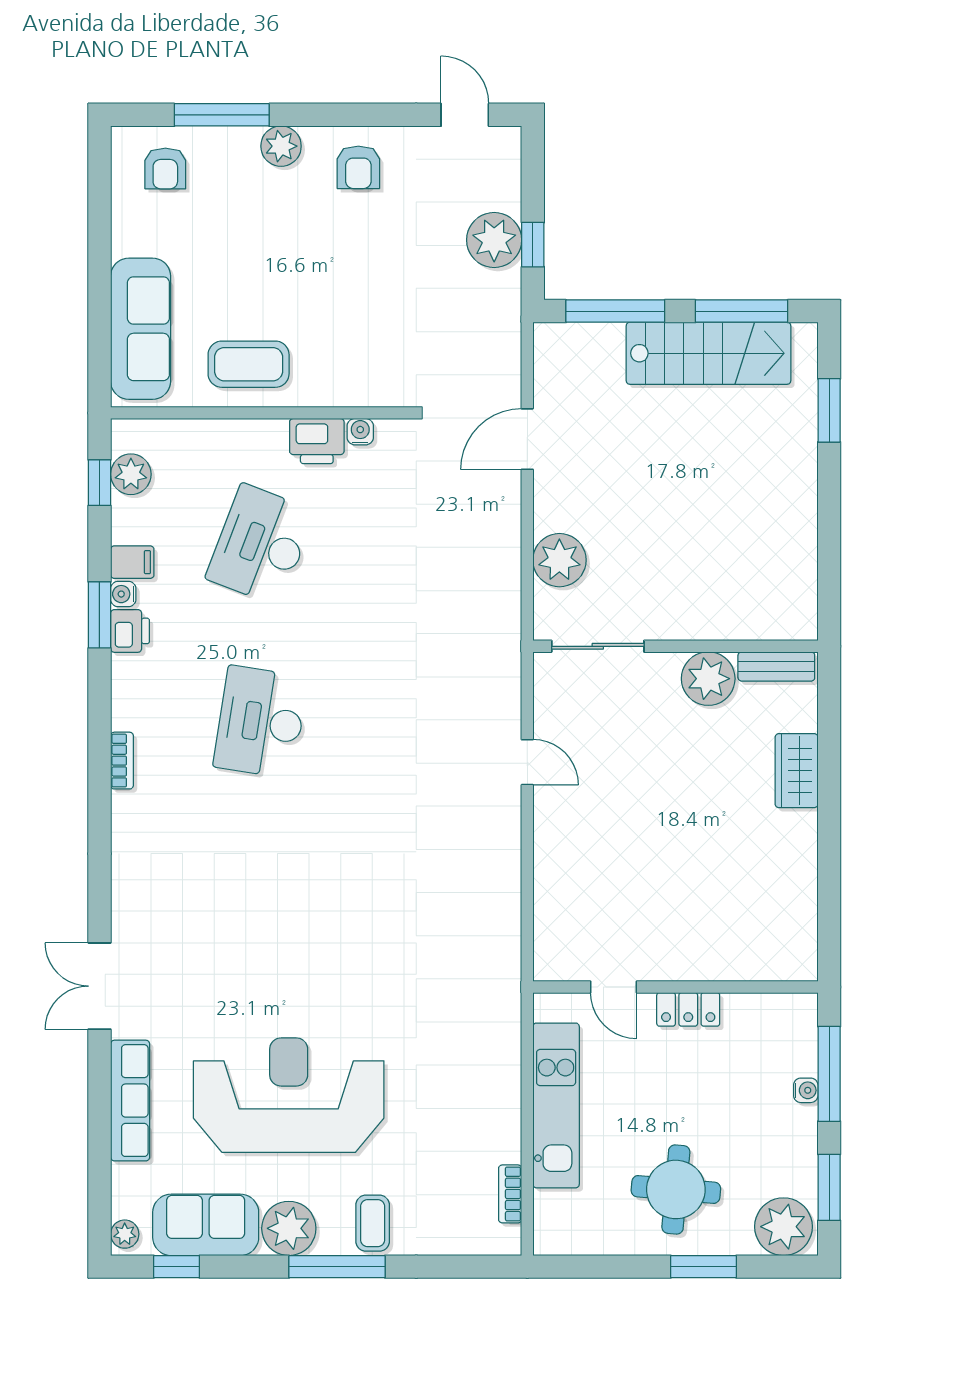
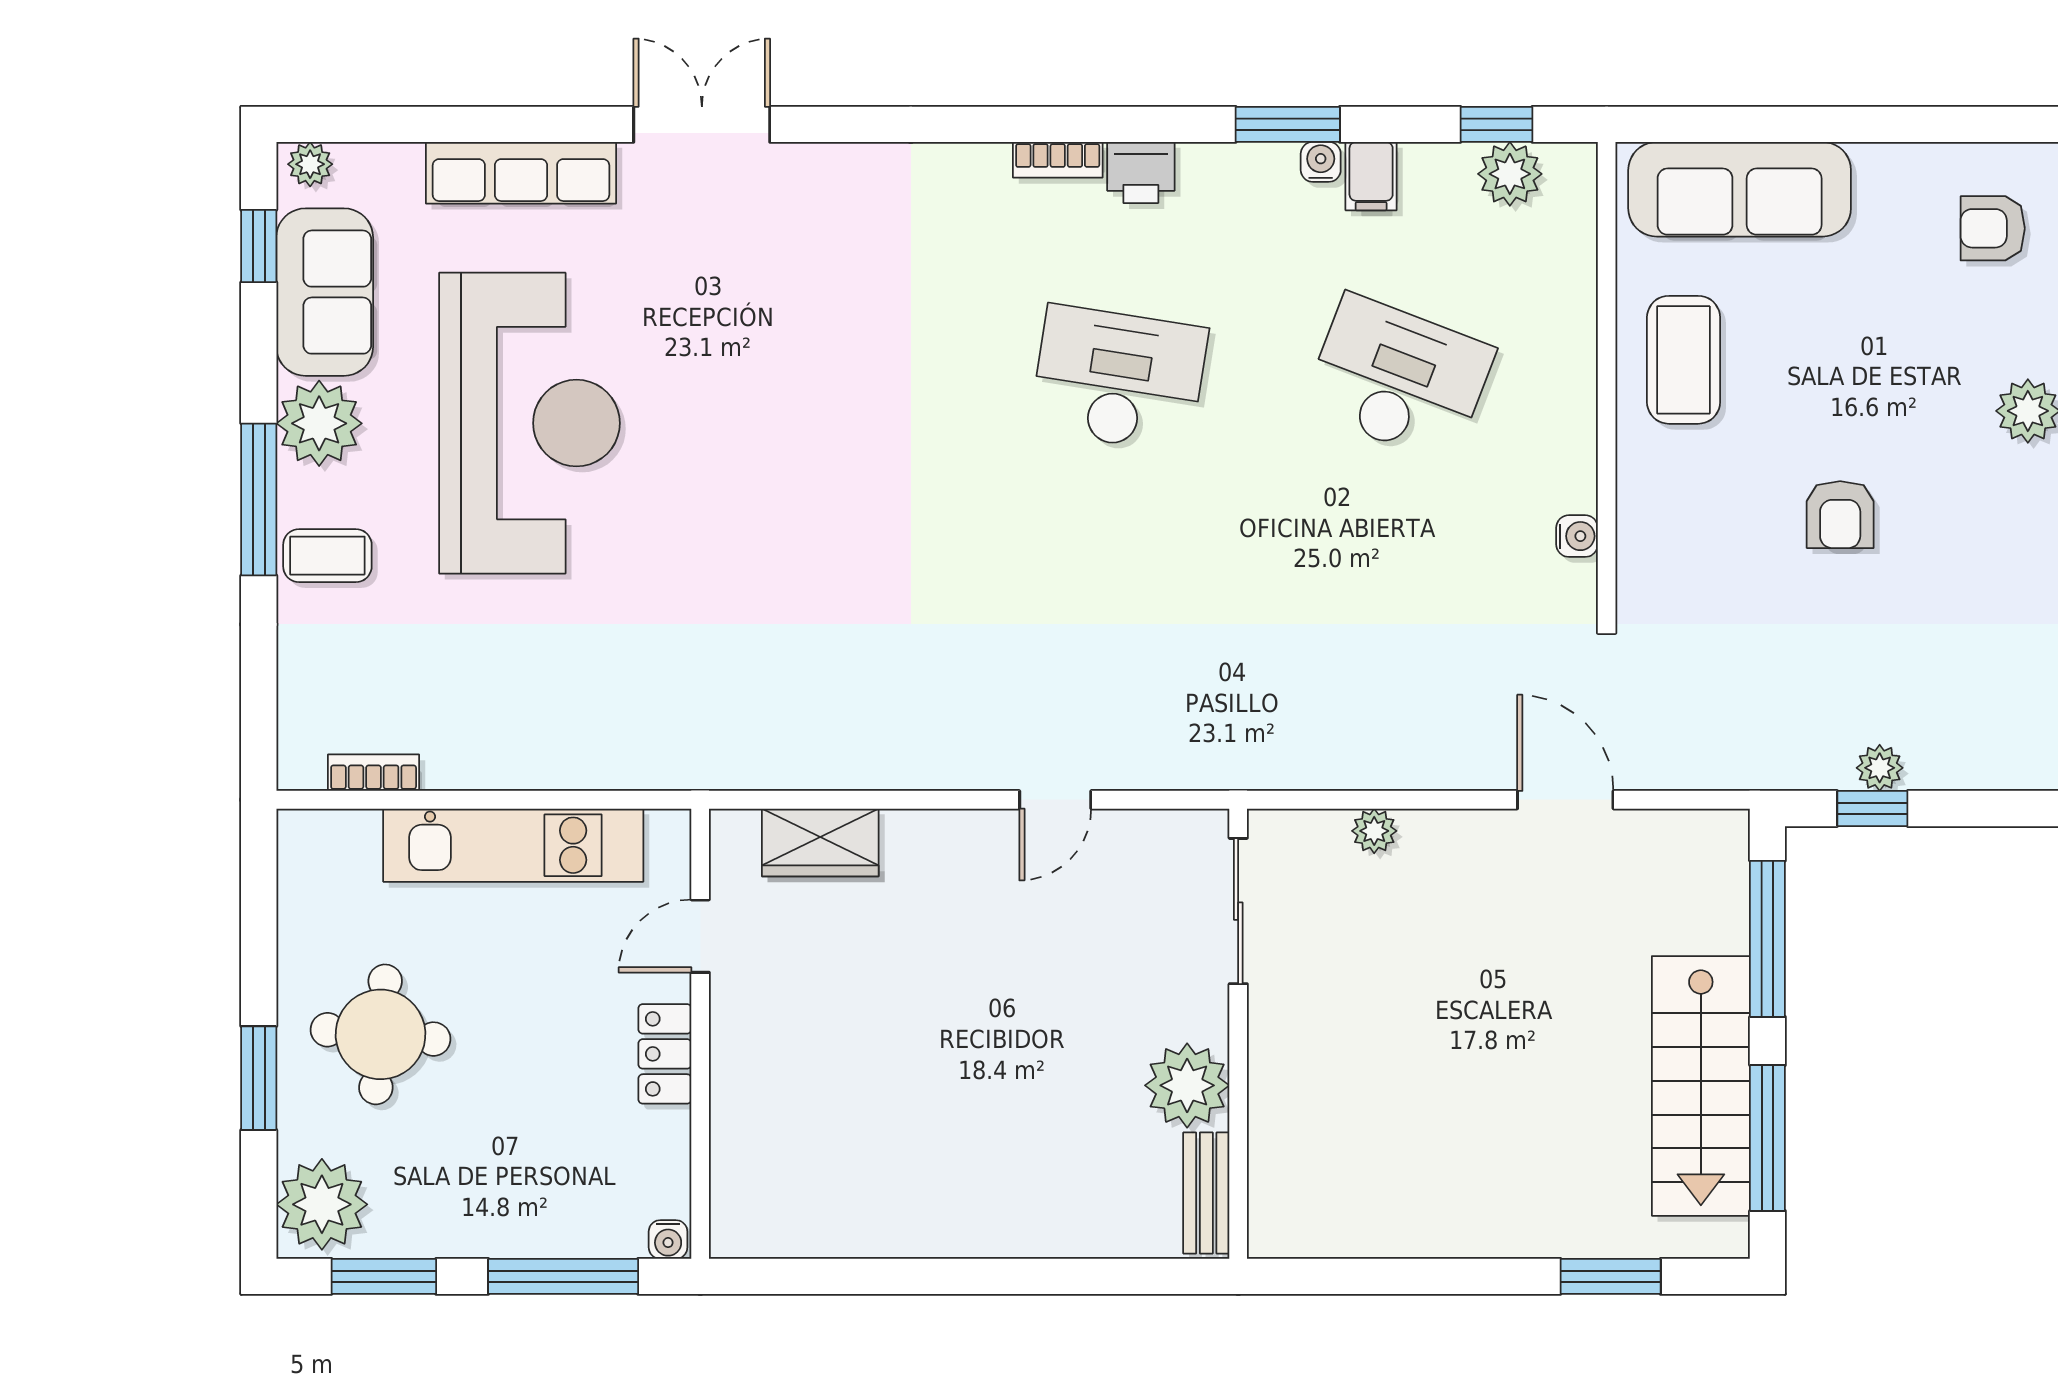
armchair: (358, 167) -> (1840, 515), moved, turned -90
plant: (494, 240) -> (1880, 768), width x0.53, depth x0.53
printer: (317, 441) -> (1562, 468), removed
plant: (559, 560) -> (1374, 831), width x0.53, depth x0.53
printer: (130, 631) -> (1141, 173), moved
wardrobe: (797, 771) -> (820, 842), moved, turned 180
water cooler: (806, 1090) -> (668, 1239), moved

